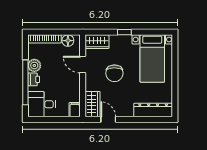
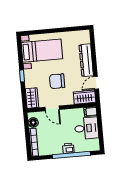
plant: (34, 65) -> (57, 149), removed
door: (83, 65) -> (52, 108), hinge flipped
chair: (114, 73) -> (57, 81), turned 180
desk: (42, 104) -> (87, 128), moved, turned -90
dresser: (153, 110) -> (86, 60), moved

